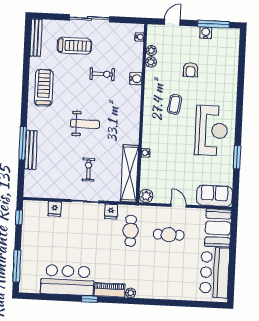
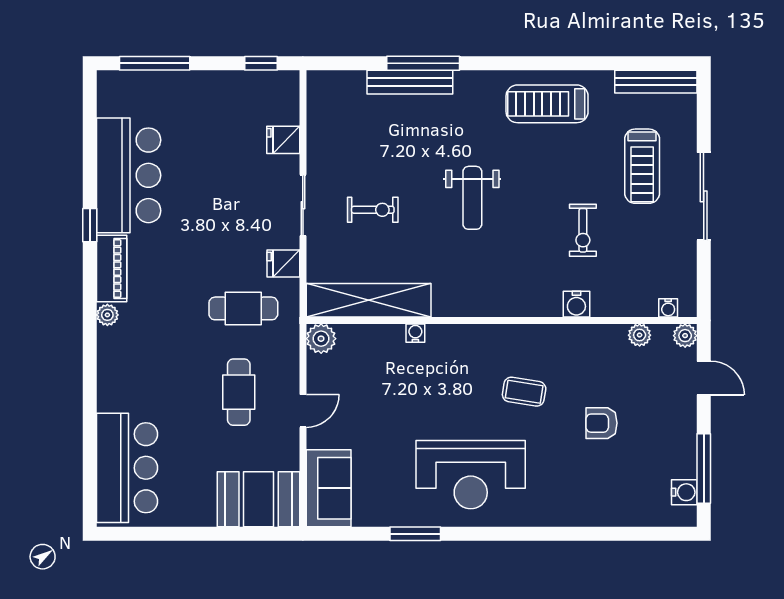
water cooler: (206, 33) -> (684, 492), moved
plant: (151, 62) -> (685, 336), moved
treadmill: (44, 88) -> (547, 104), turned 180
bar counter: (215, 273) -> (127, 468), moved, turned 90

